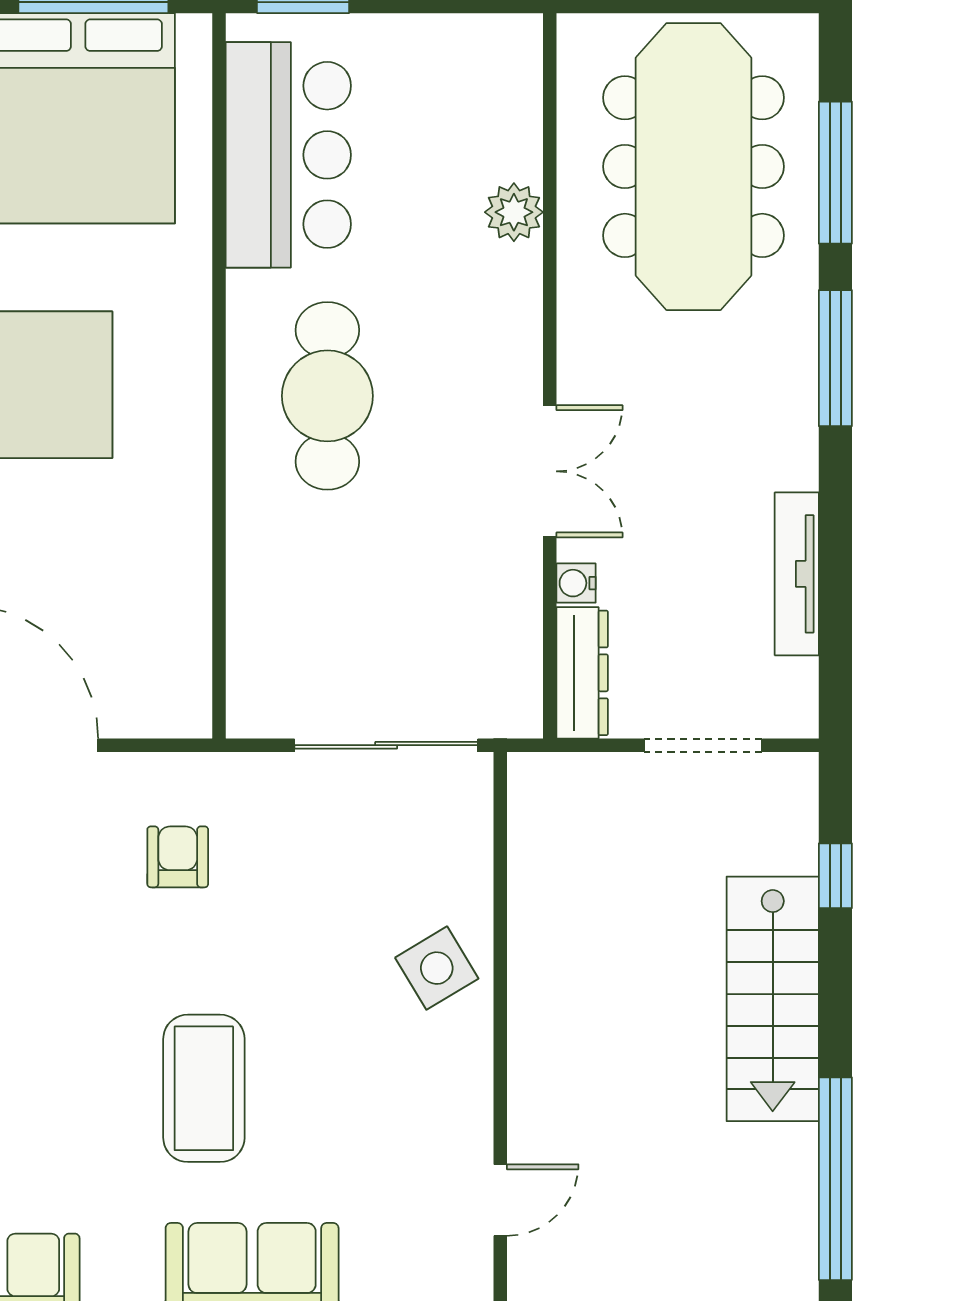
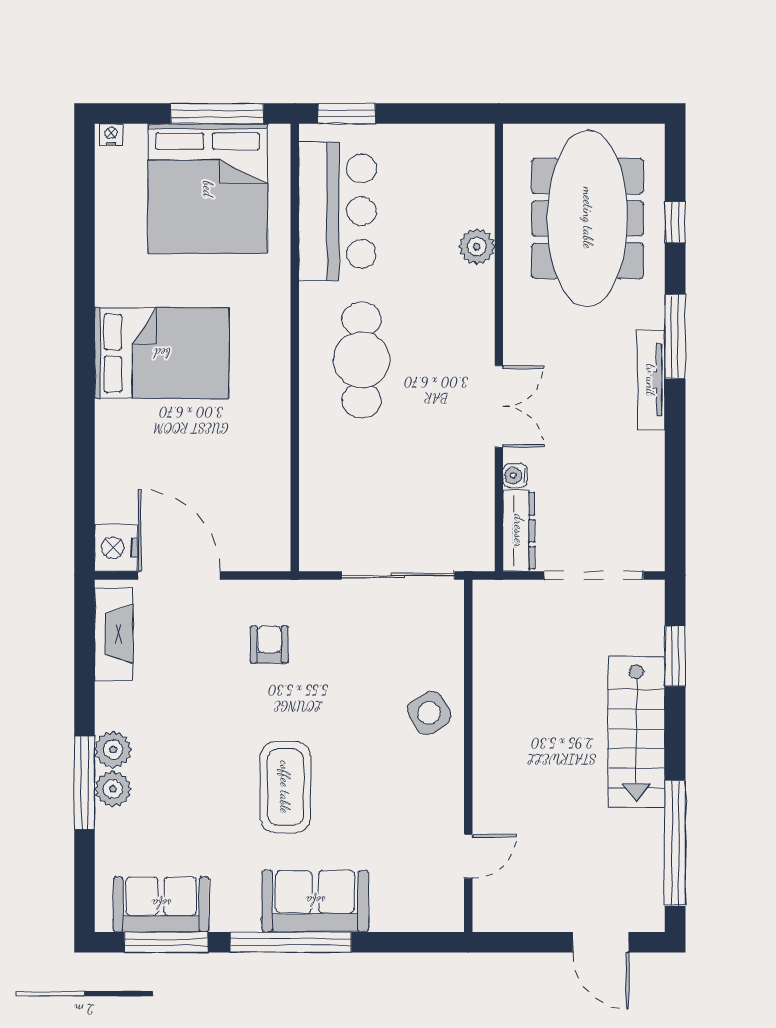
window: (835, 173) -> (675, 222), width x0.46
tv unit: (797, 574) -> (651, 380), moved
doorway: (703, 745) -> (594, 575), width x1.36
window: (835, 876) -> (675, 656), width x1.50

